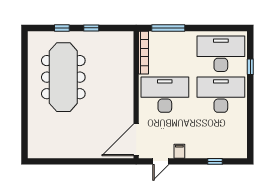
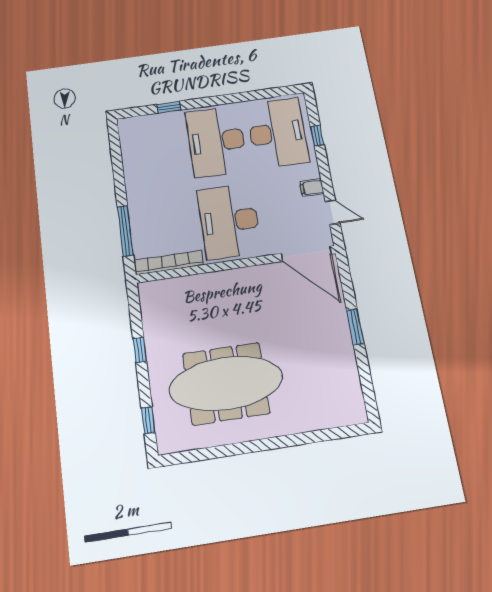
window: (62, 28) -> (148, 420), moved
desk: (221, 54) -> (277, 133), moved, turned 180
window: (86, 161) -> (355, 327), added

